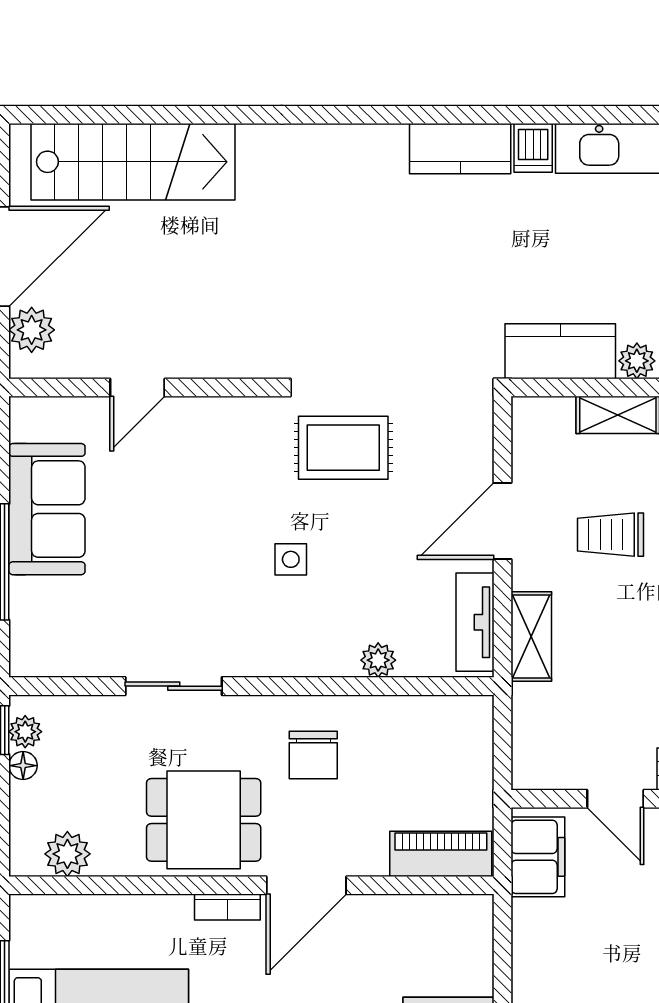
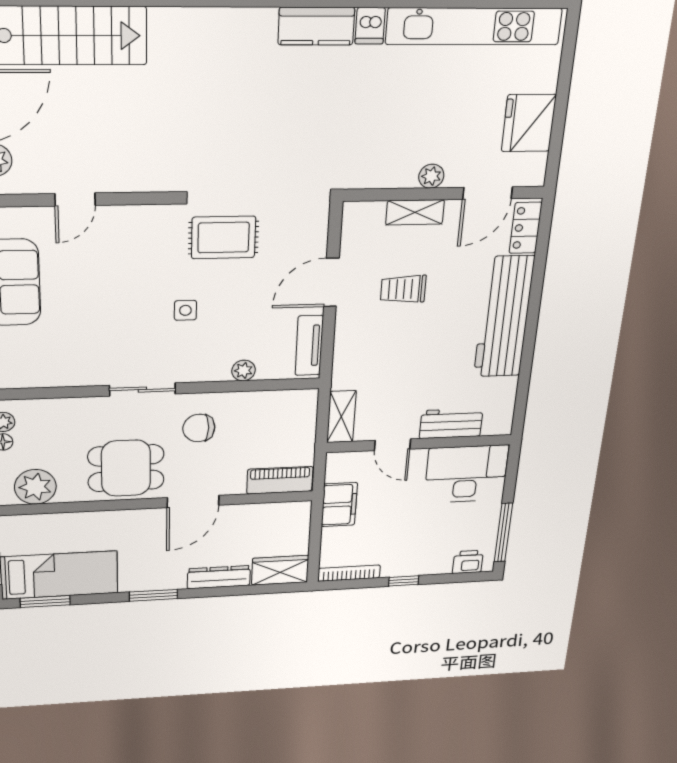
kitchen counter: (560, 351) -> (379, 170), removed
shelving: (531, 637) -> (341, 417), moved
sliding door: (174, 686) -> (142, 390), moved
chair: (313, 755) -> (199, 428), turned 90
plant: (67, 854) -> (35, 487), width x1.36, depth x1.36
filing cabinet: (538, 857) -> (339, 505), moved
bookcase: (227, 907) -> (142, 516), removed

